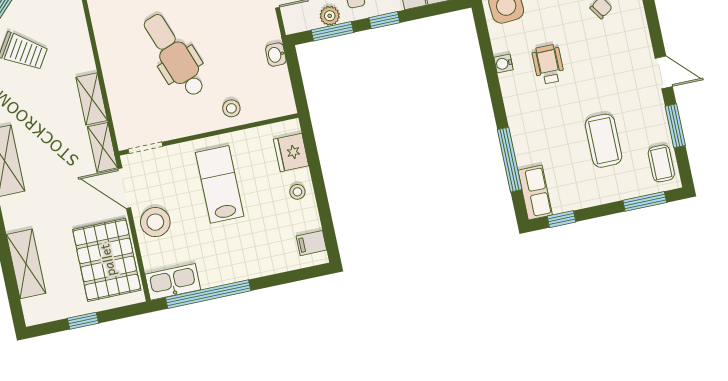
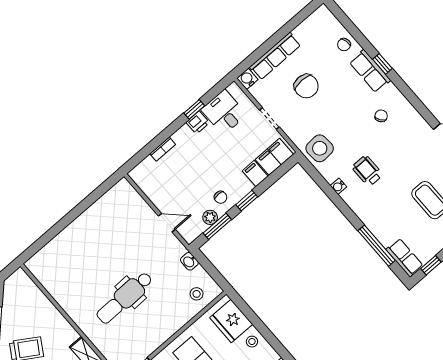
dental chair: (174, 55) -> (125, 298), turned -71
stool: (231, 108) -> (197, 294), moved
fridge: (291, 152) -> (231, 321), width x1.36, depth x1.34

